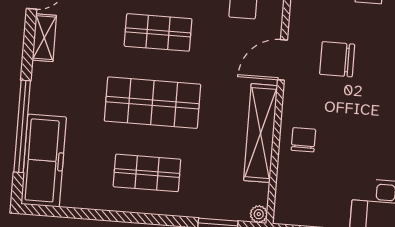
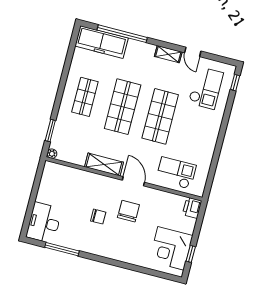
shop shelf: (158, 32) -> (160, 116), width x1.43, depth x1.36
shelving: (261, 133) -> (104, 165), width x0.68
chair: (303, 140) -> (98, 217), moved

